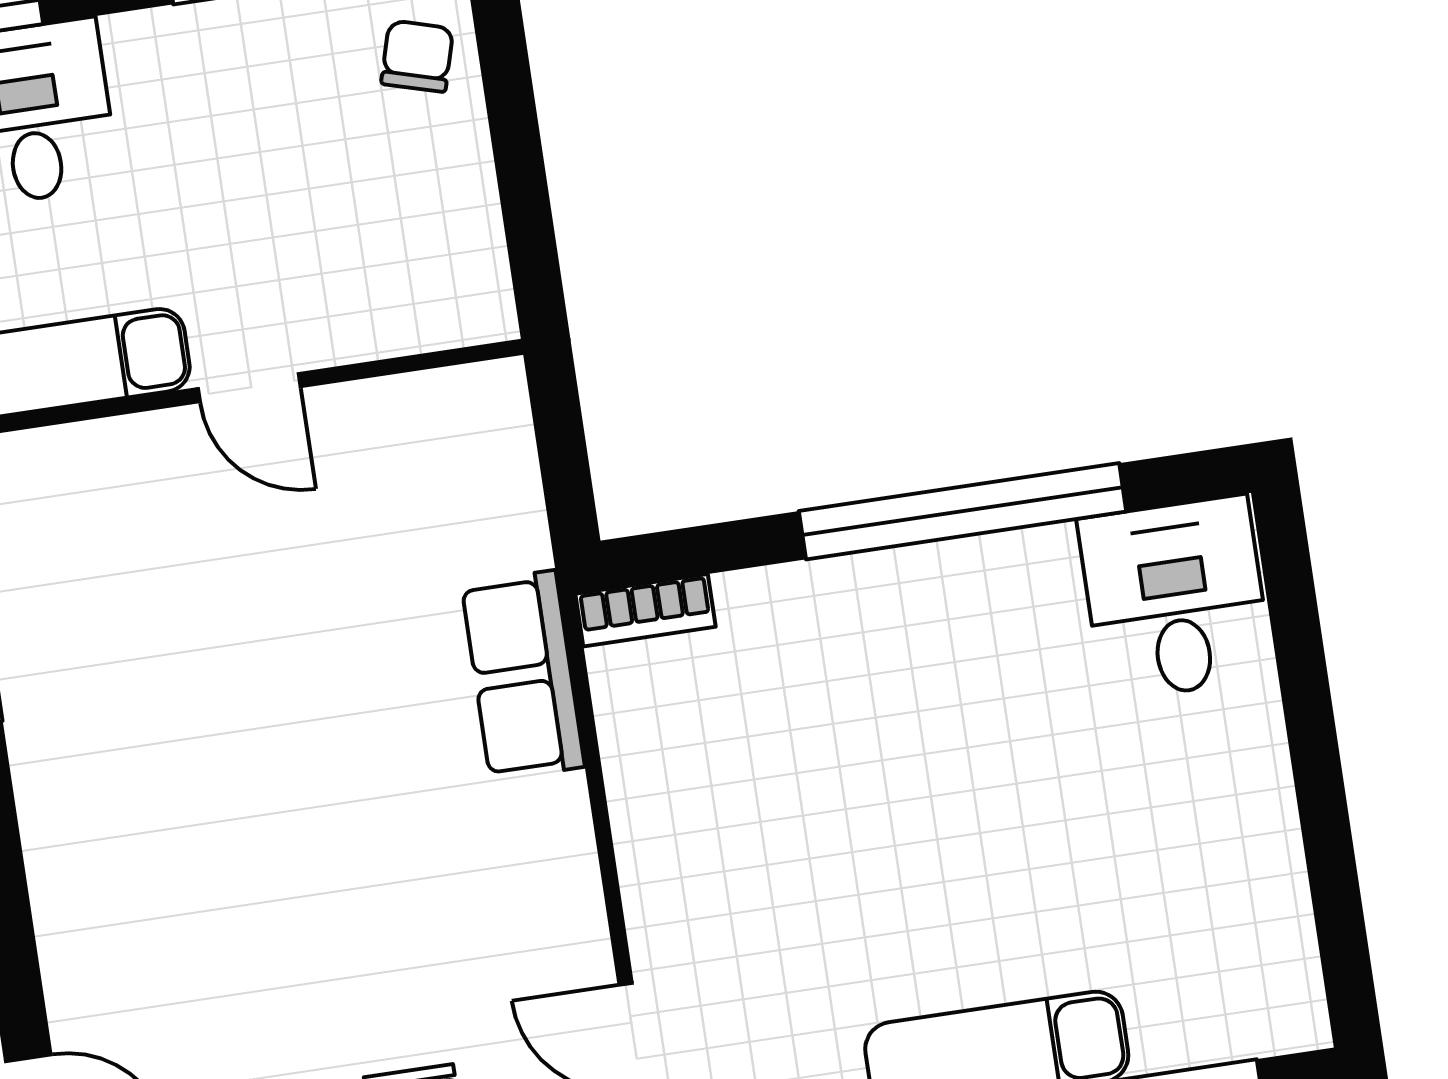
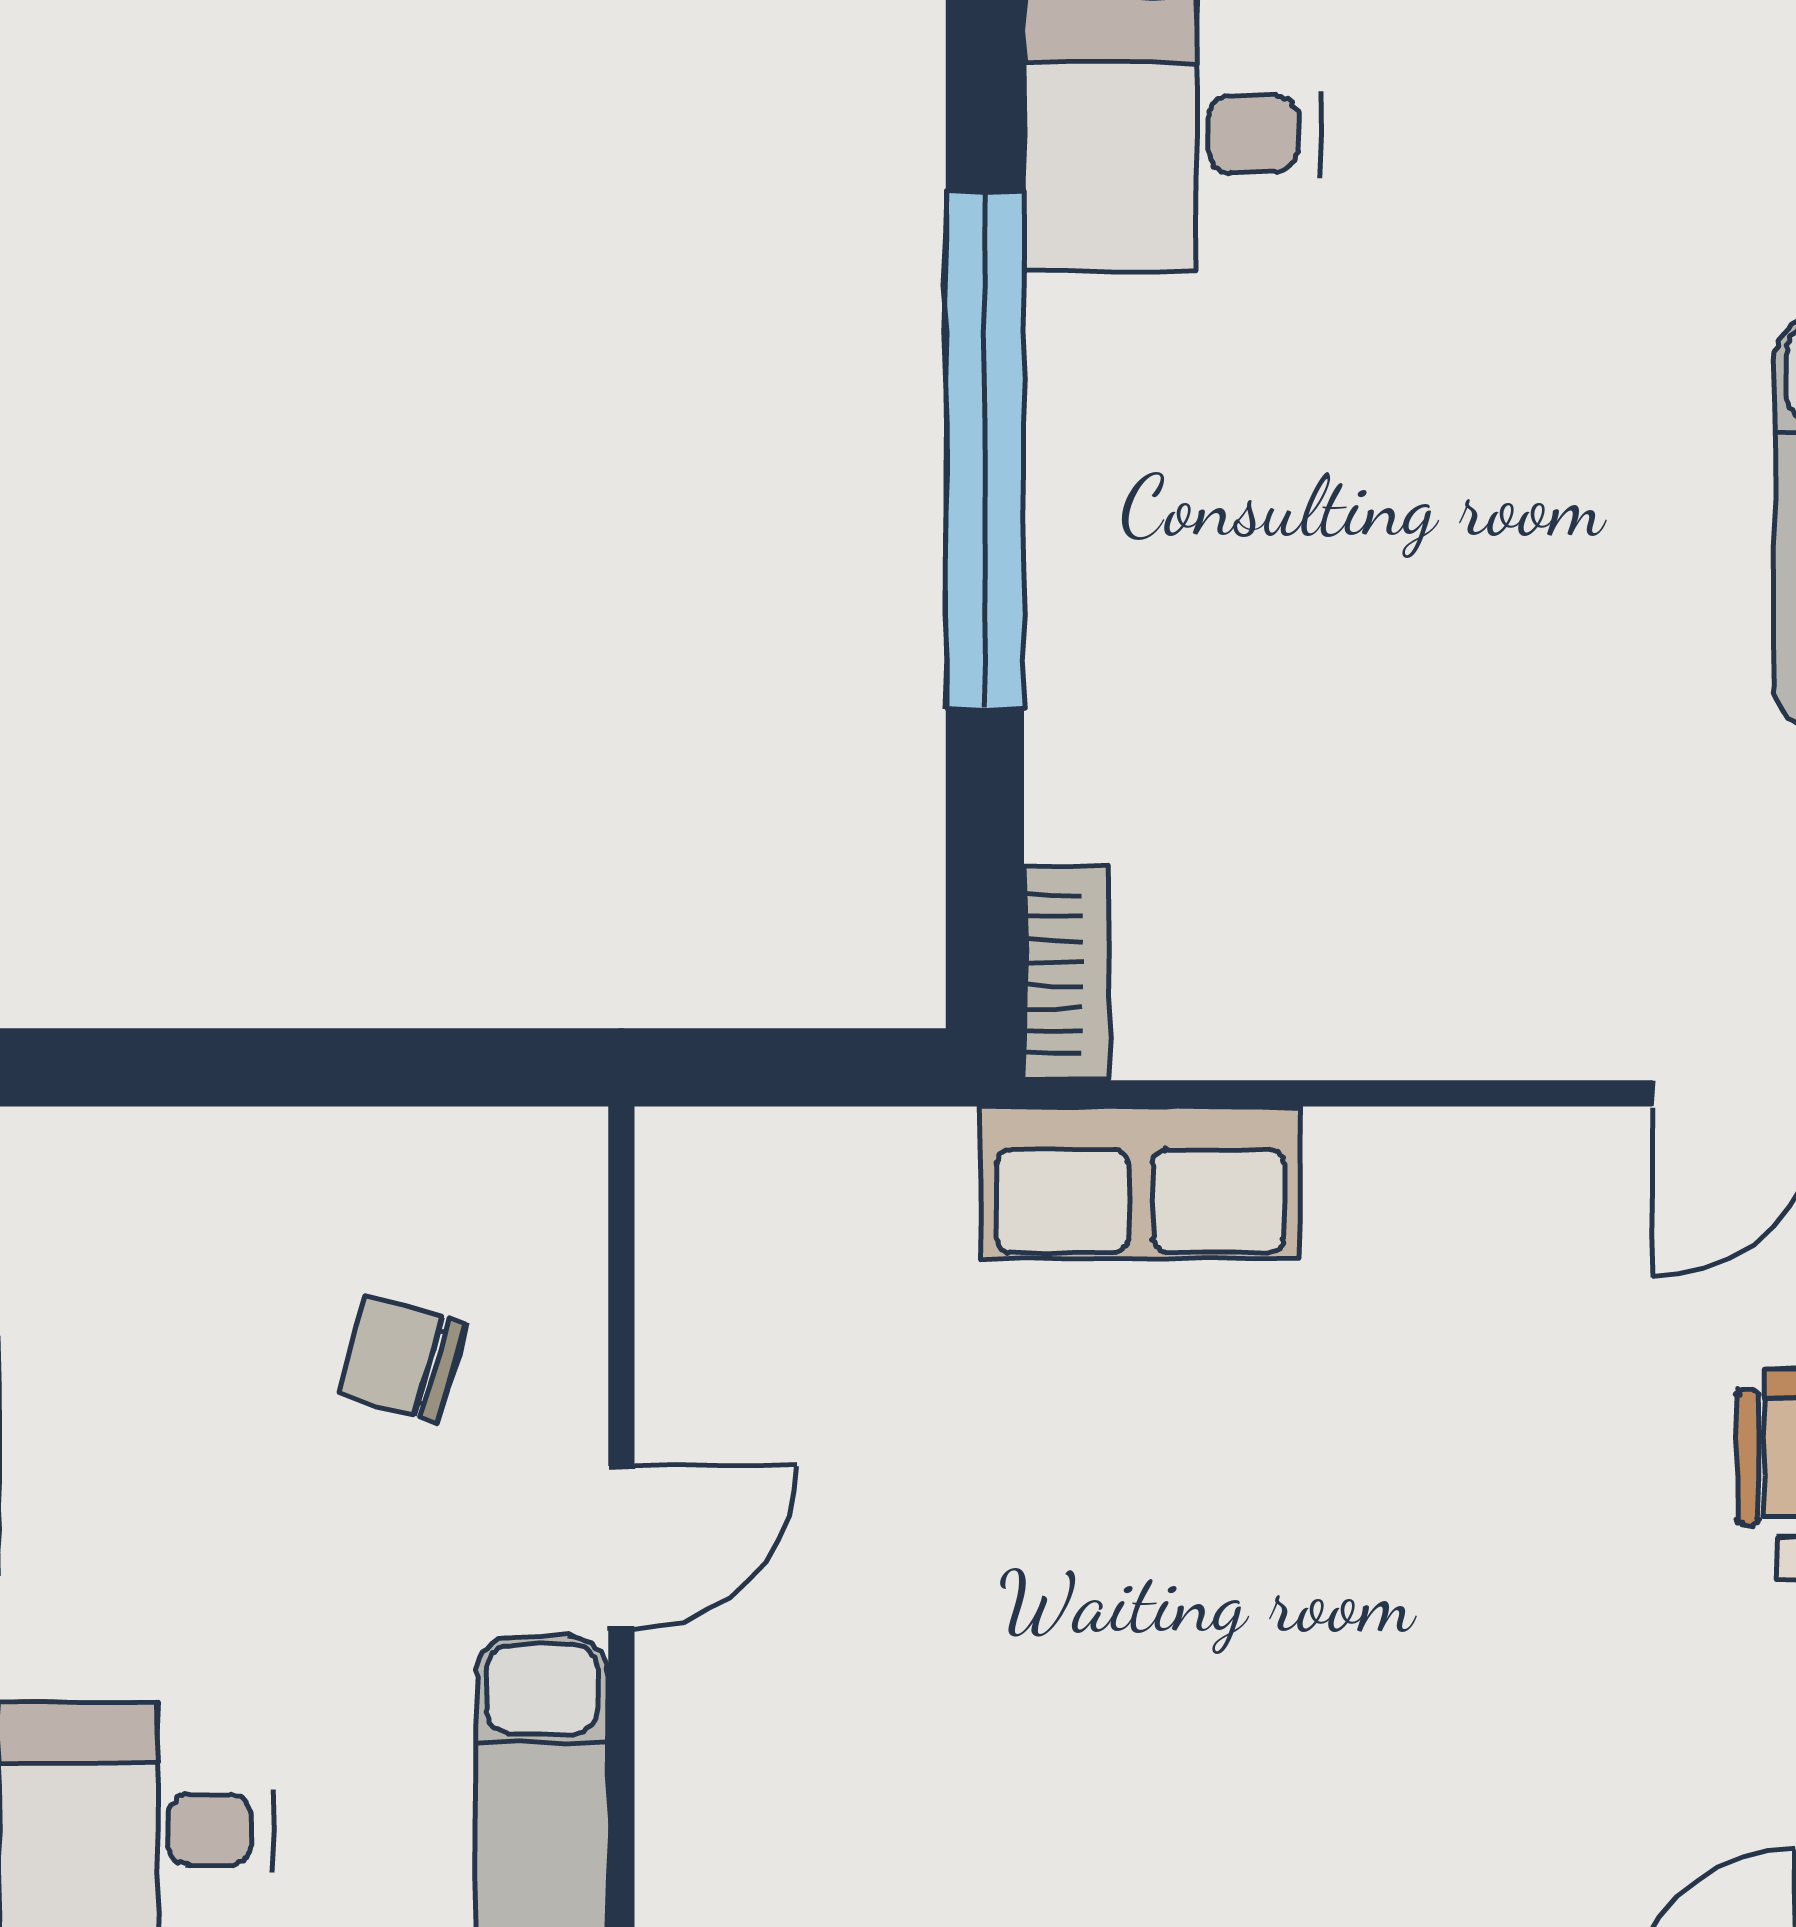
chair: (417, 56) -> (402, 1359), moved

